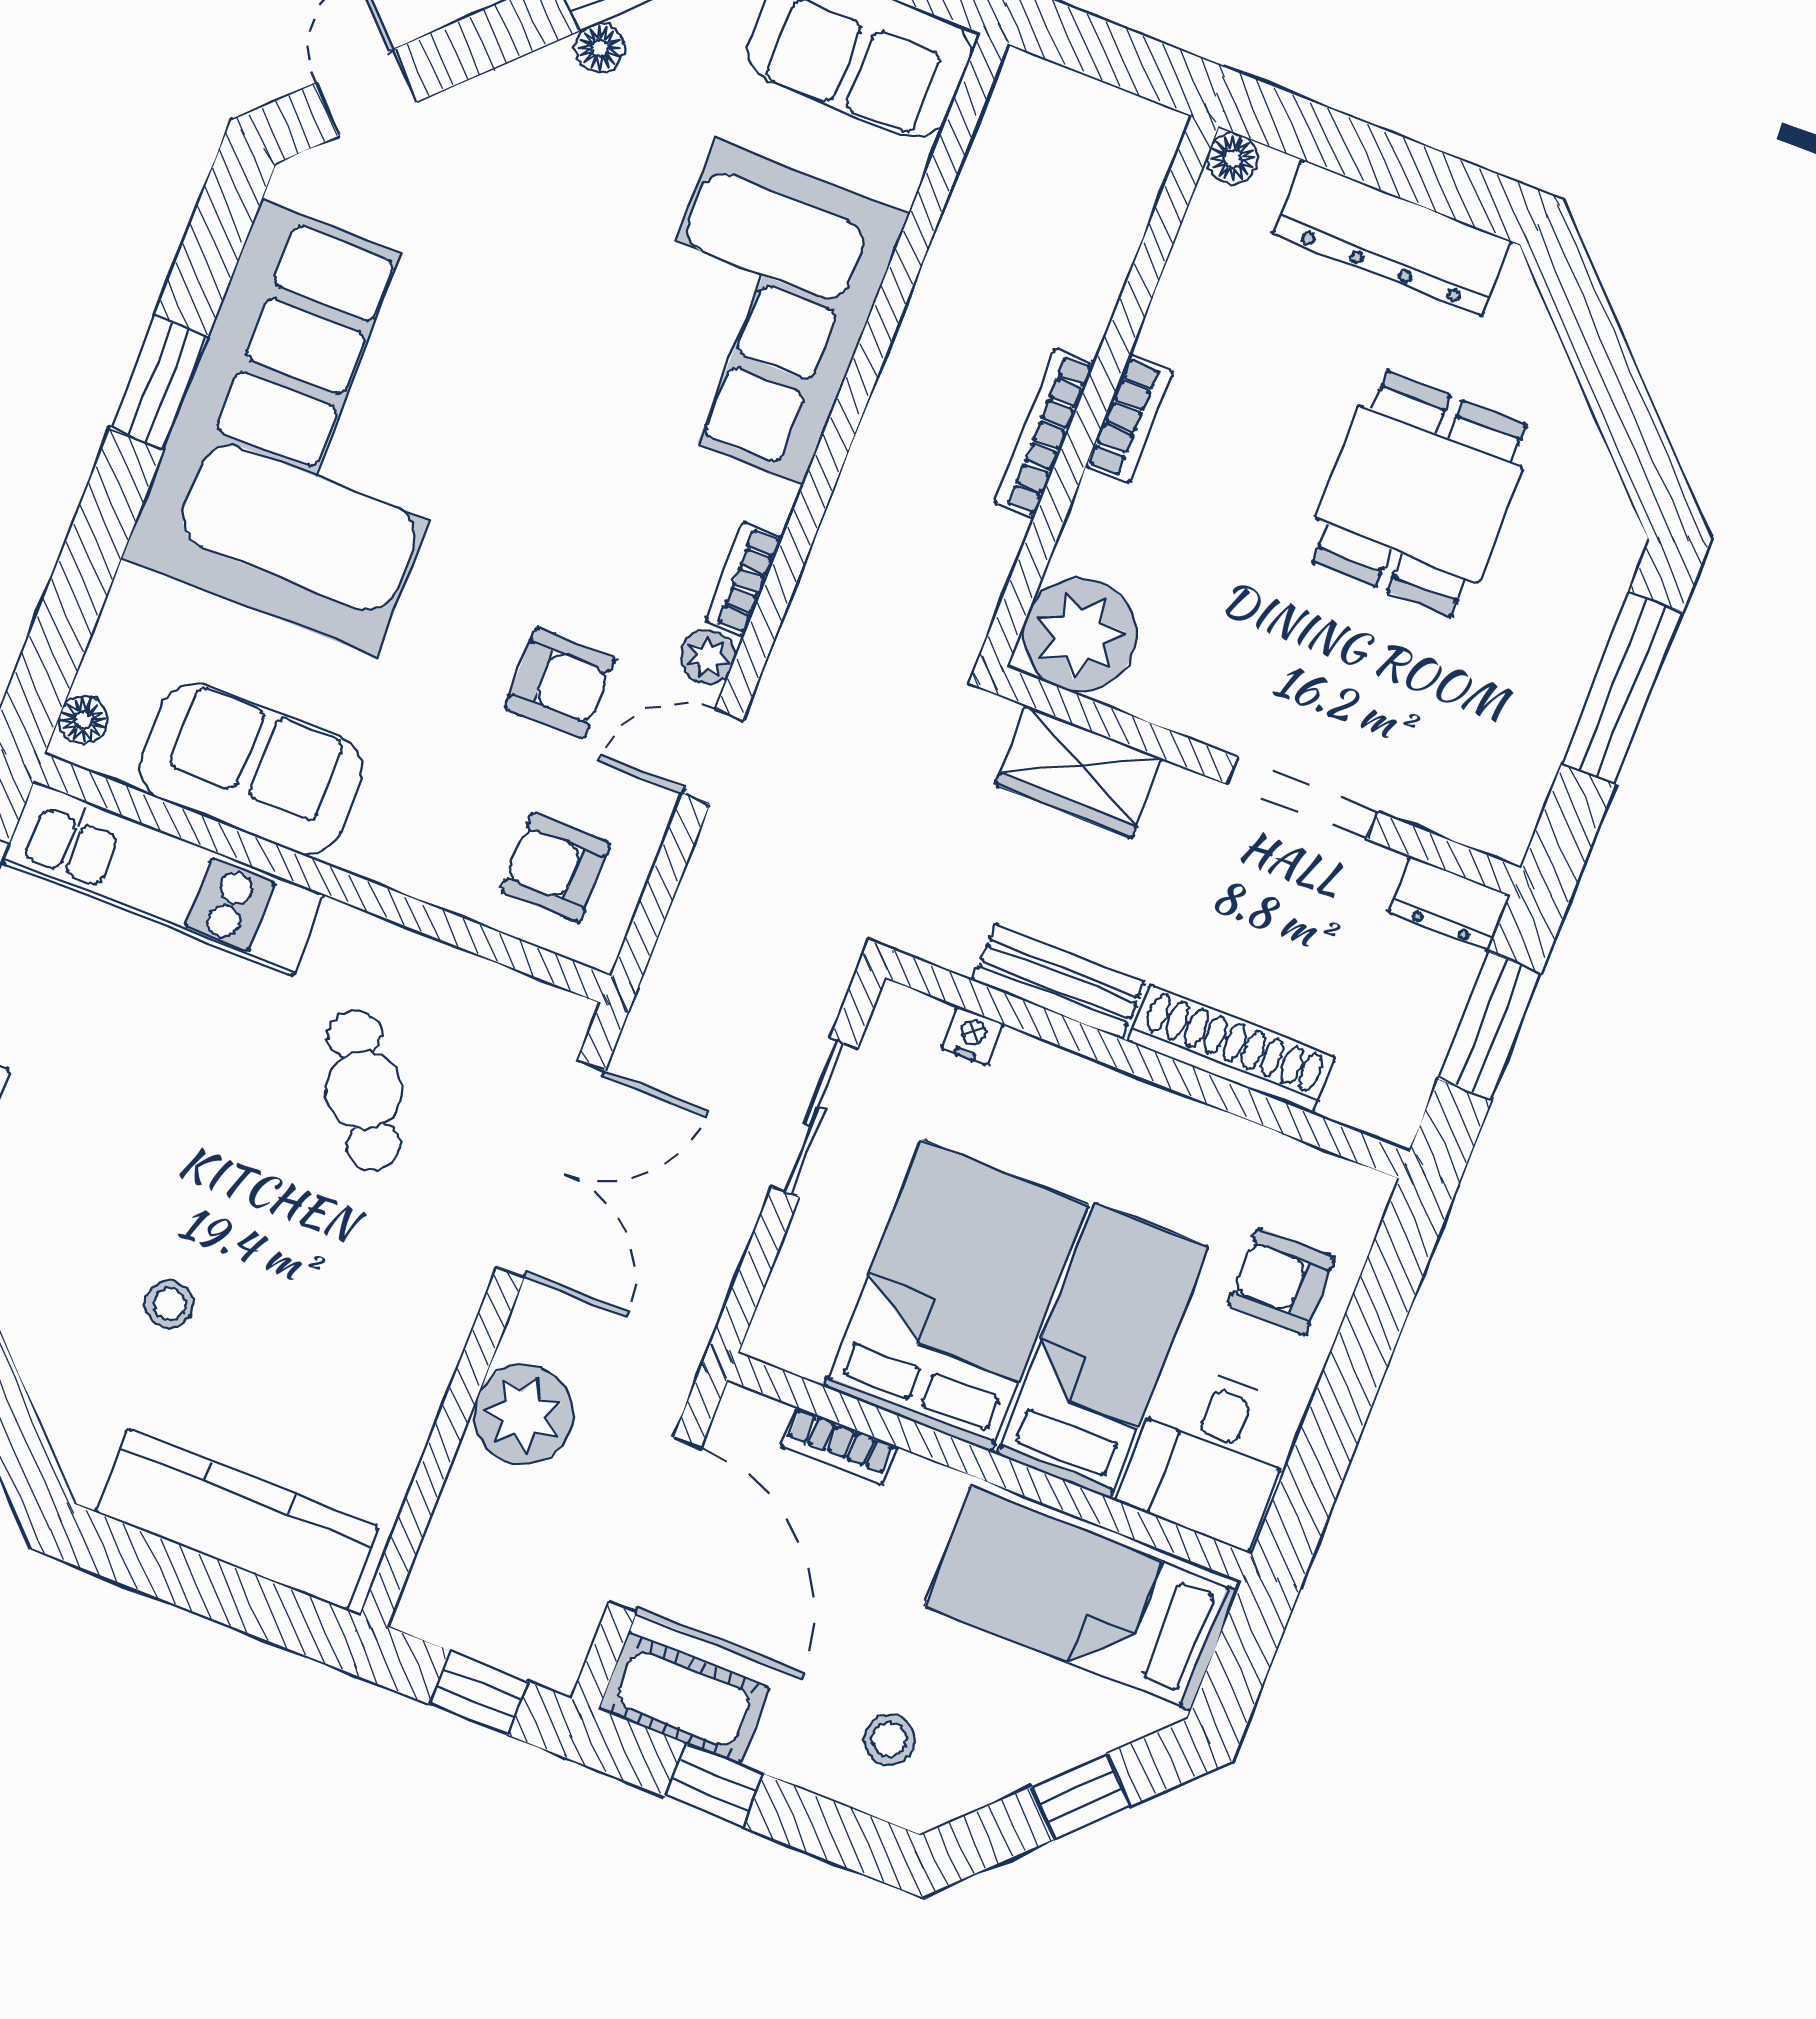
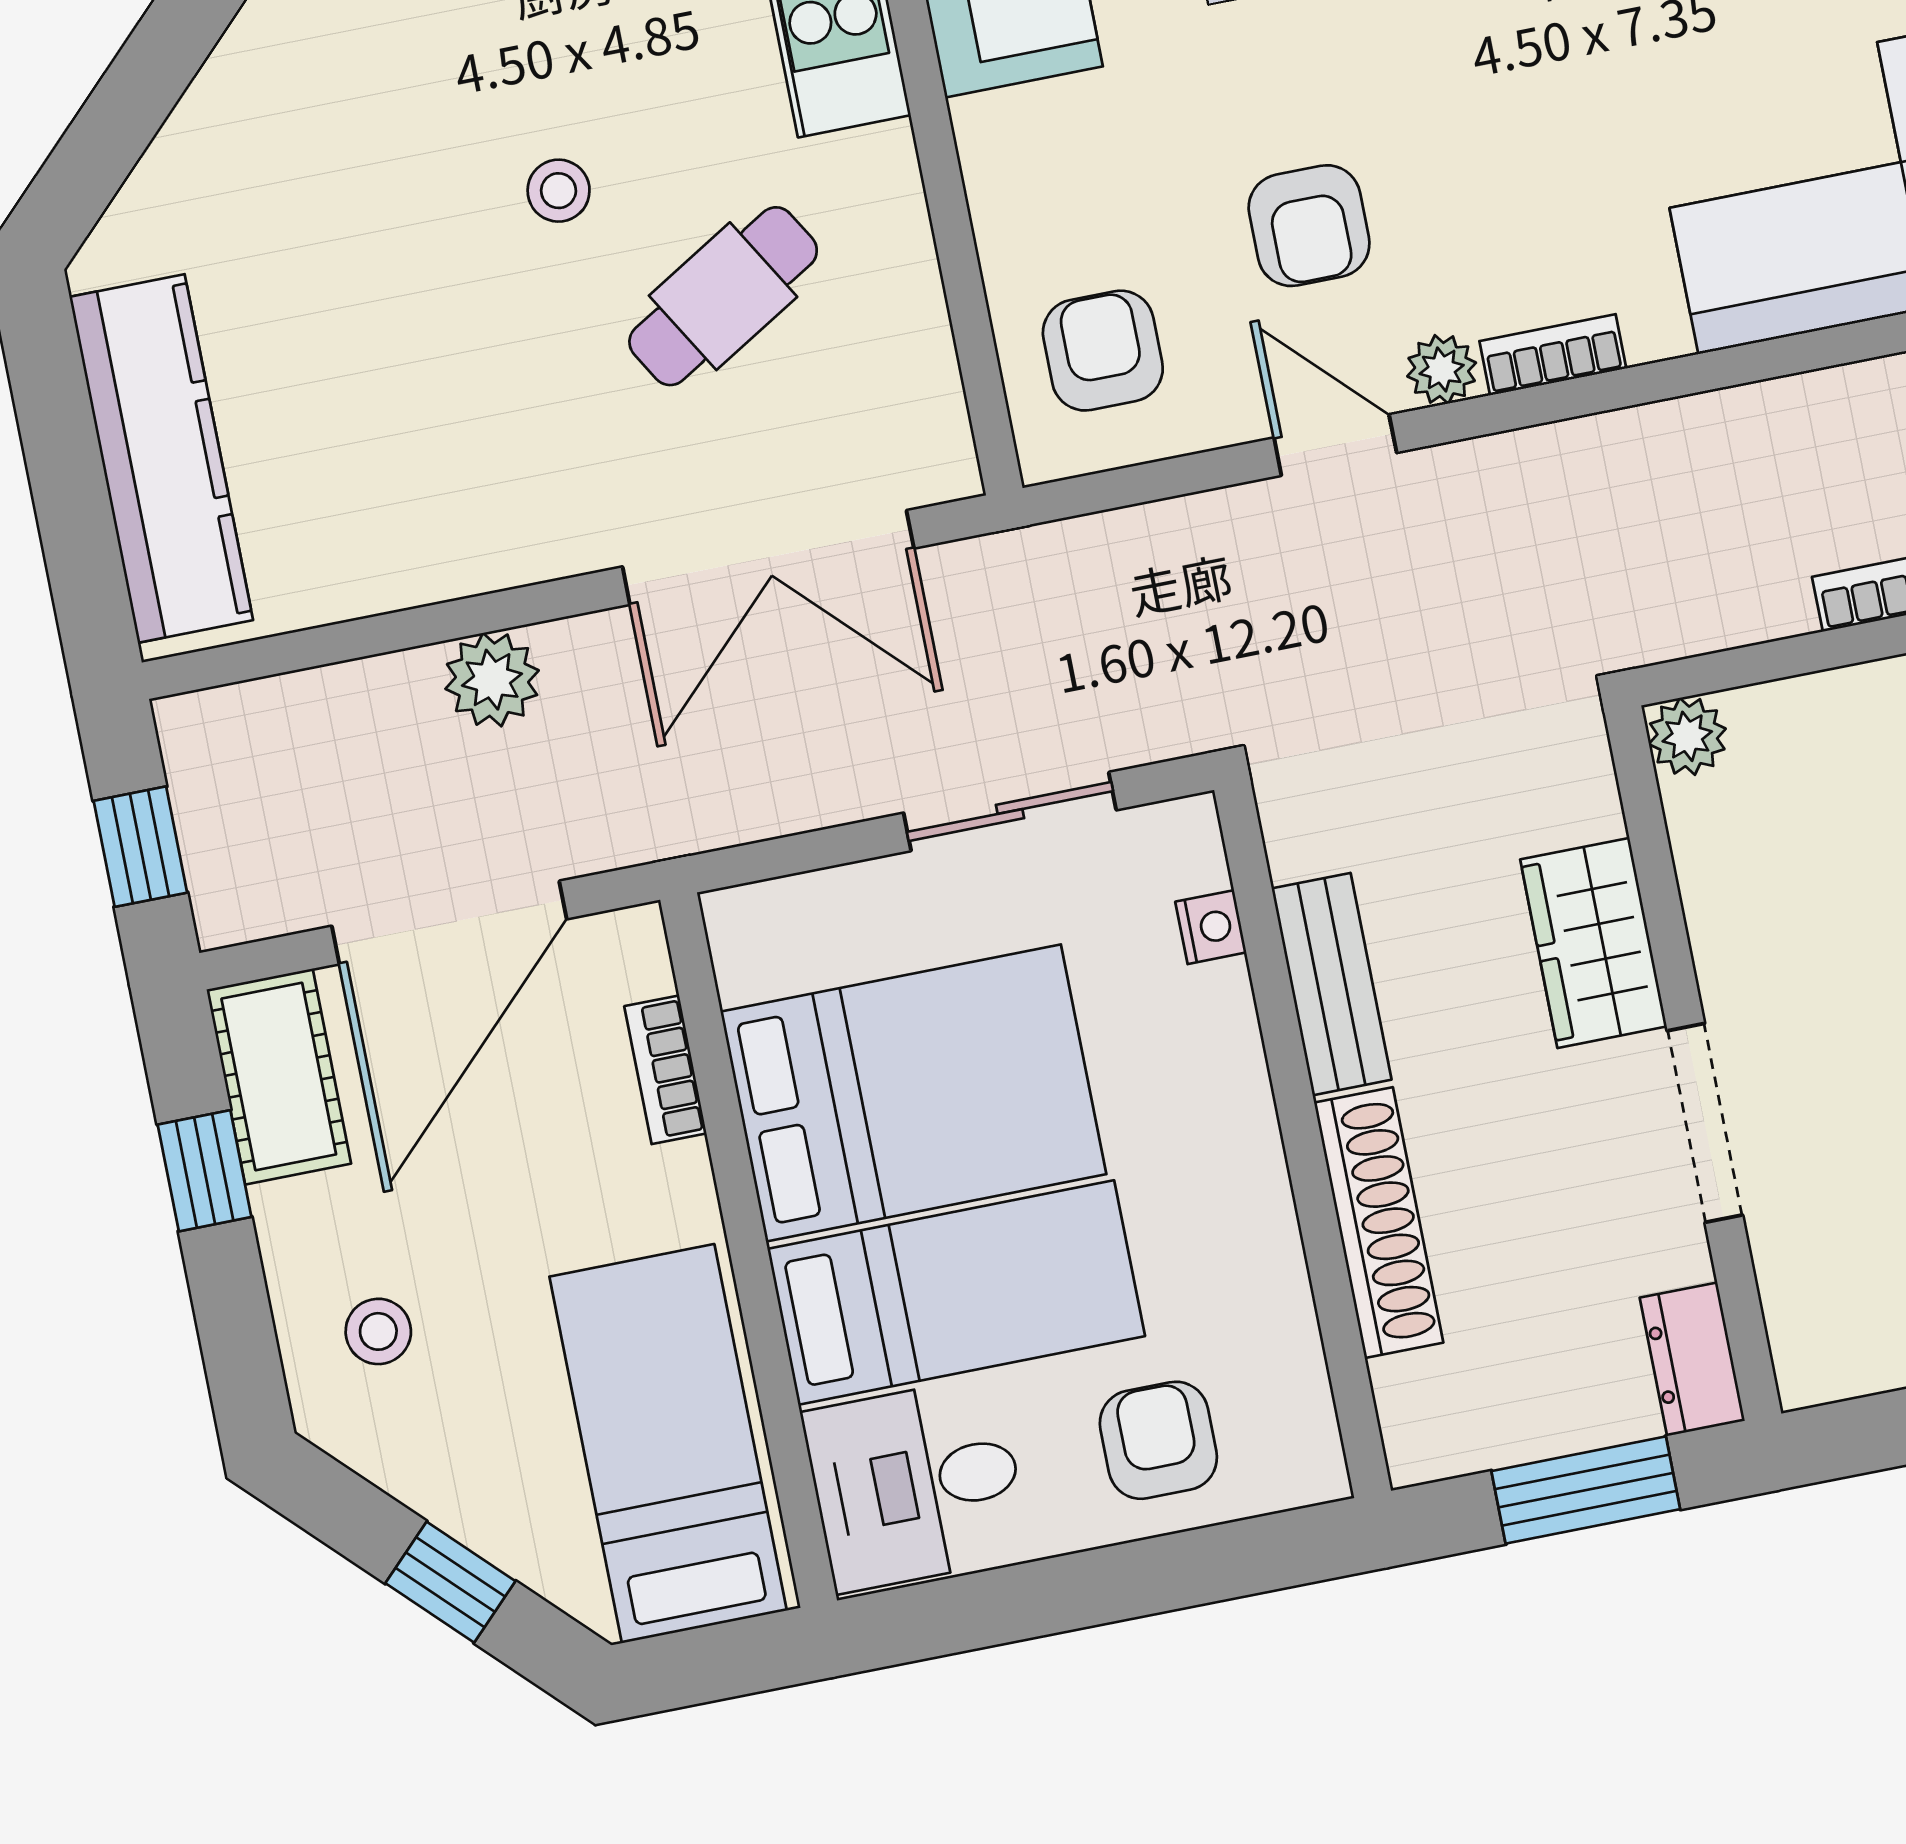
plant: (1080, 635) -> (1687, 736), width x0.53, depth x0.53
wardrobe: (1079, 772) -> (1593, 943), moved
stool: (169, 1304) -> (559, 191), moved
plant: (523, 1414) -> (492, 680), width x0.73, depth x0.73

